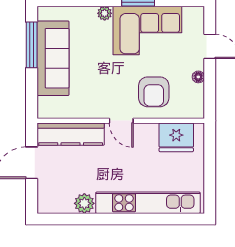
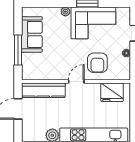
window: (32, 45) -> (18, 50), moved
sofa: (53, 58) -> (32, 34), width x0.73
door: (121, 121) -> (76, 82), swing flipped

